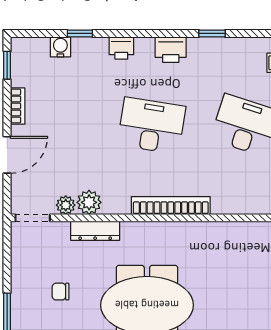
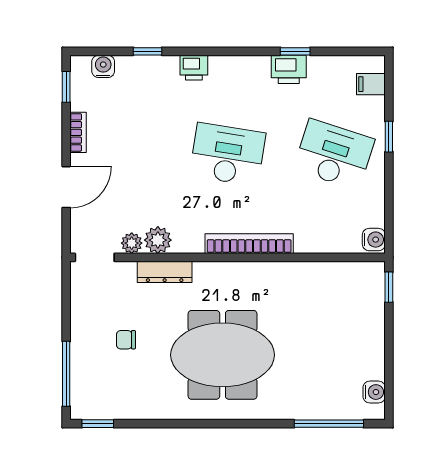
water cooler: (60, 47) -> (103, 66), moved
printer: (171, 50) -> (289, 69), moved

